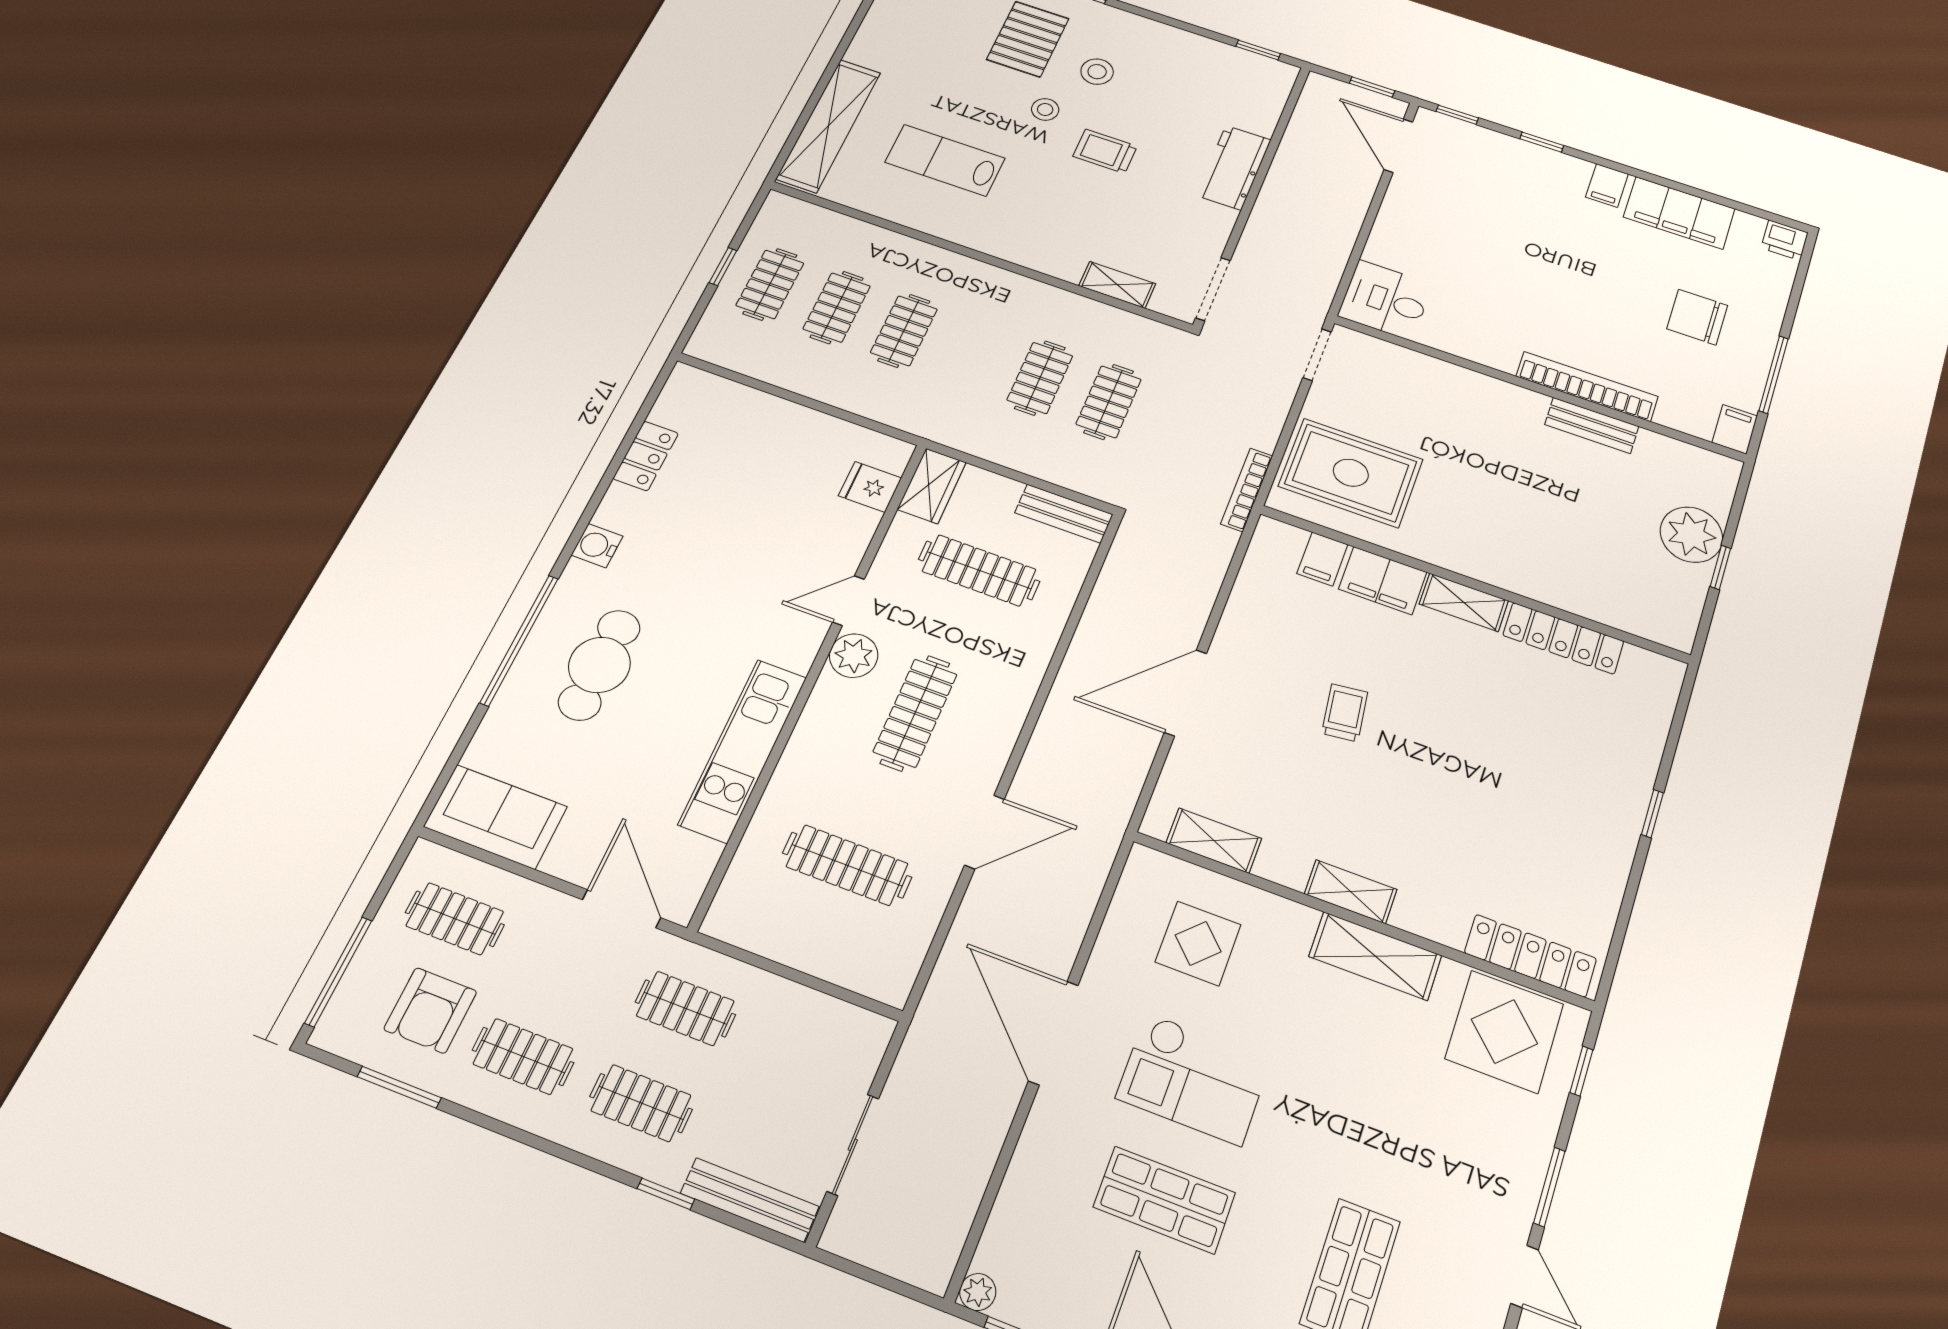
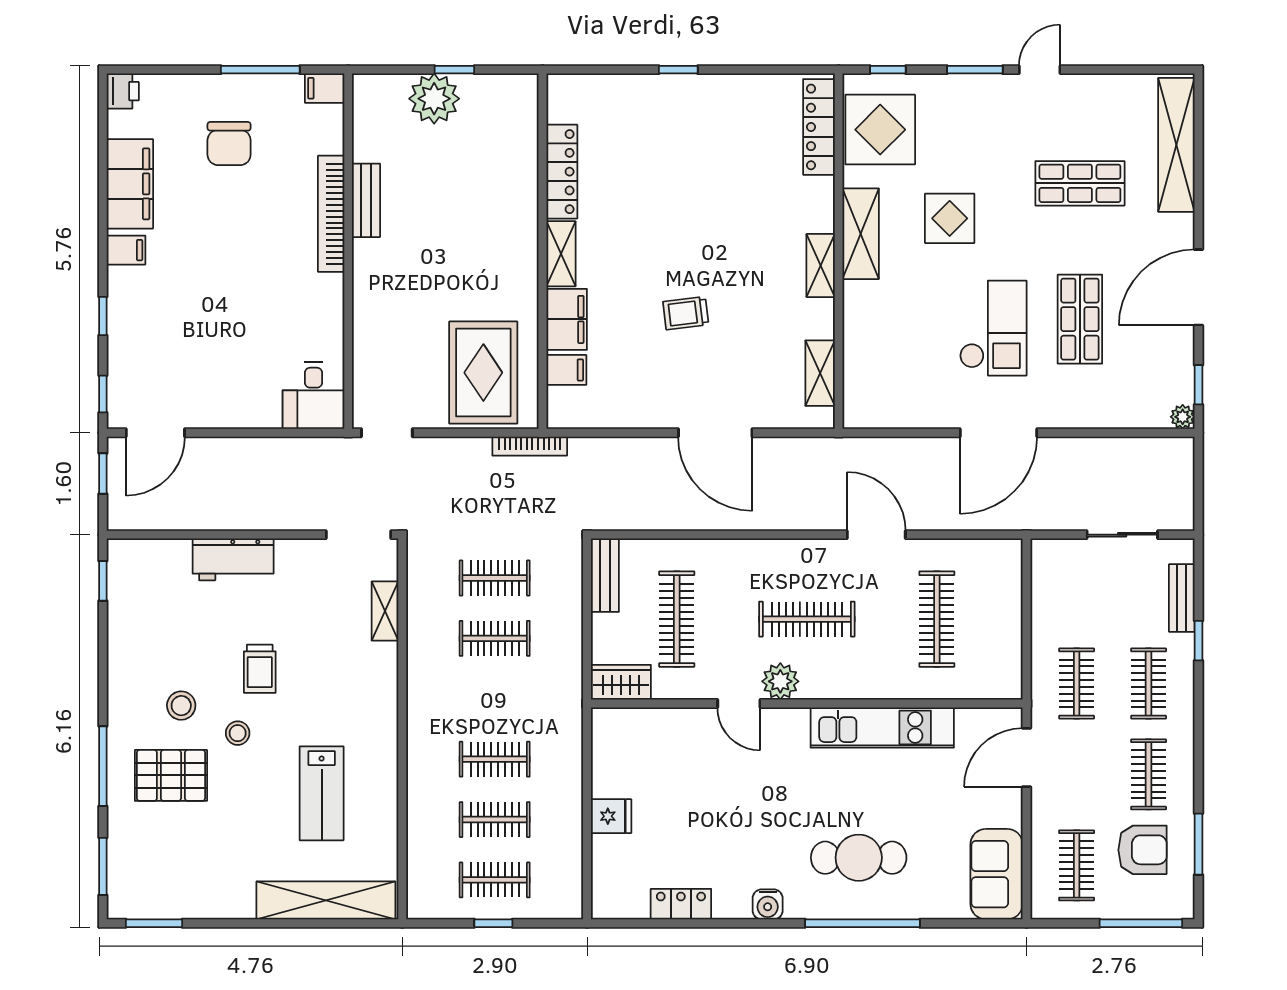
fridge: (870, 487) -> (611, 816), moved, turned -90
display table: (1198, 943) -> (950, 218), moved
bench: (750, 1200) -> (1182, 598), width x0.73

